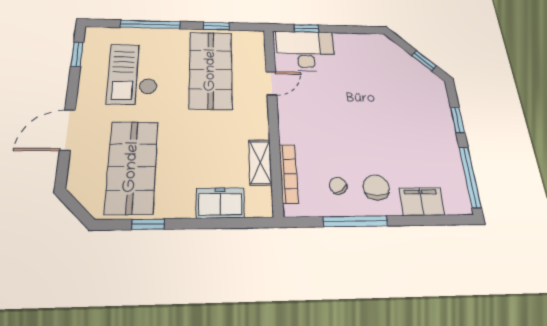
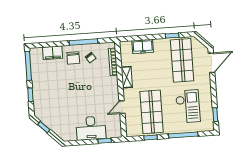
desk: (305, 51) -> (91, 128), moved
door: (67, 130) -> (212, 63), moved
shelving: (260, 162) -> (127, 77), moved

